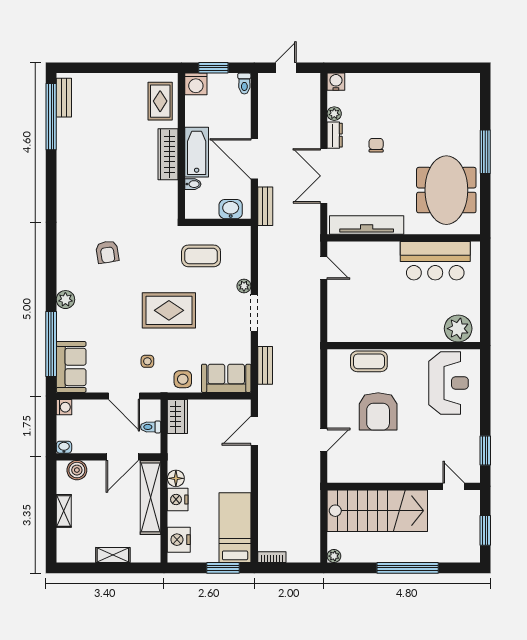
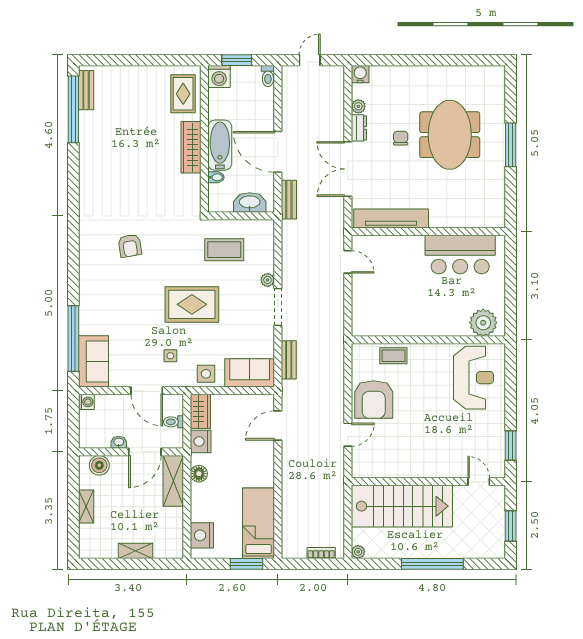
meeting table: (446, 190) -> (450, 135), moved
washbasin: (231, 209) -> (250, 202), width x1.38
plant: (65, 300) -> (88, 294), removed
coffee table: (369, 361) -> (393, 356), width x0.73, depth x0.77
armchair: (378, 411) -> (374, 400), moved
washbasin: (64, 447) -> (119, 442), moved
shelving: (150, 497) -> (173, 481), width x0.68
nightstand: (178, 499) -> (201, 442), moved
bookcase: (272, 557) -> (321, 553), moved

